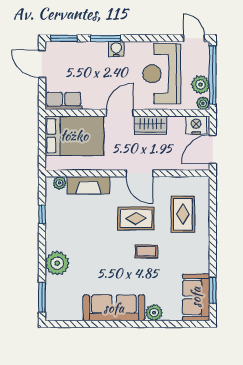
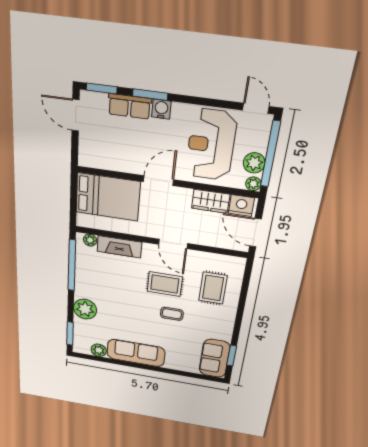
row of seats: (64, 101) -> (130, 106), moved, turned 180
wardrobe: (150, 125) -> (211, 201), moved
door: (213, 149) -> (255, 233), hinge flipped
window: (42, 214) -> (72, 265), width x3.17
plant: (154, 313) -> (99, 350), moved

